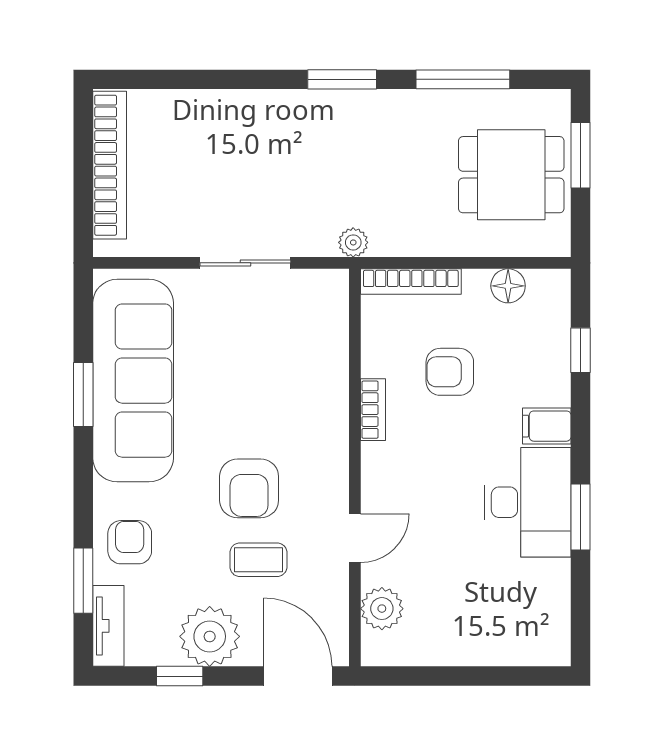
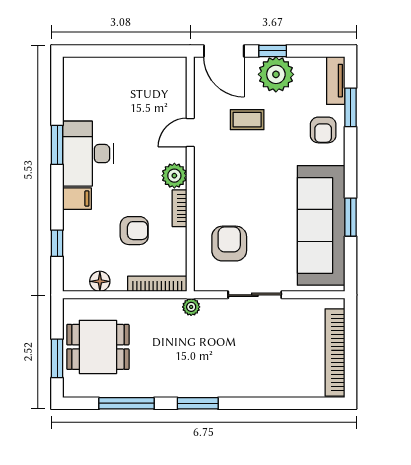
armchair: (249, 488) -> (229, 244), moved
plant: (382, 609) -> (174, 176), moved
window: (180, 676) -> (273, 51), moved

